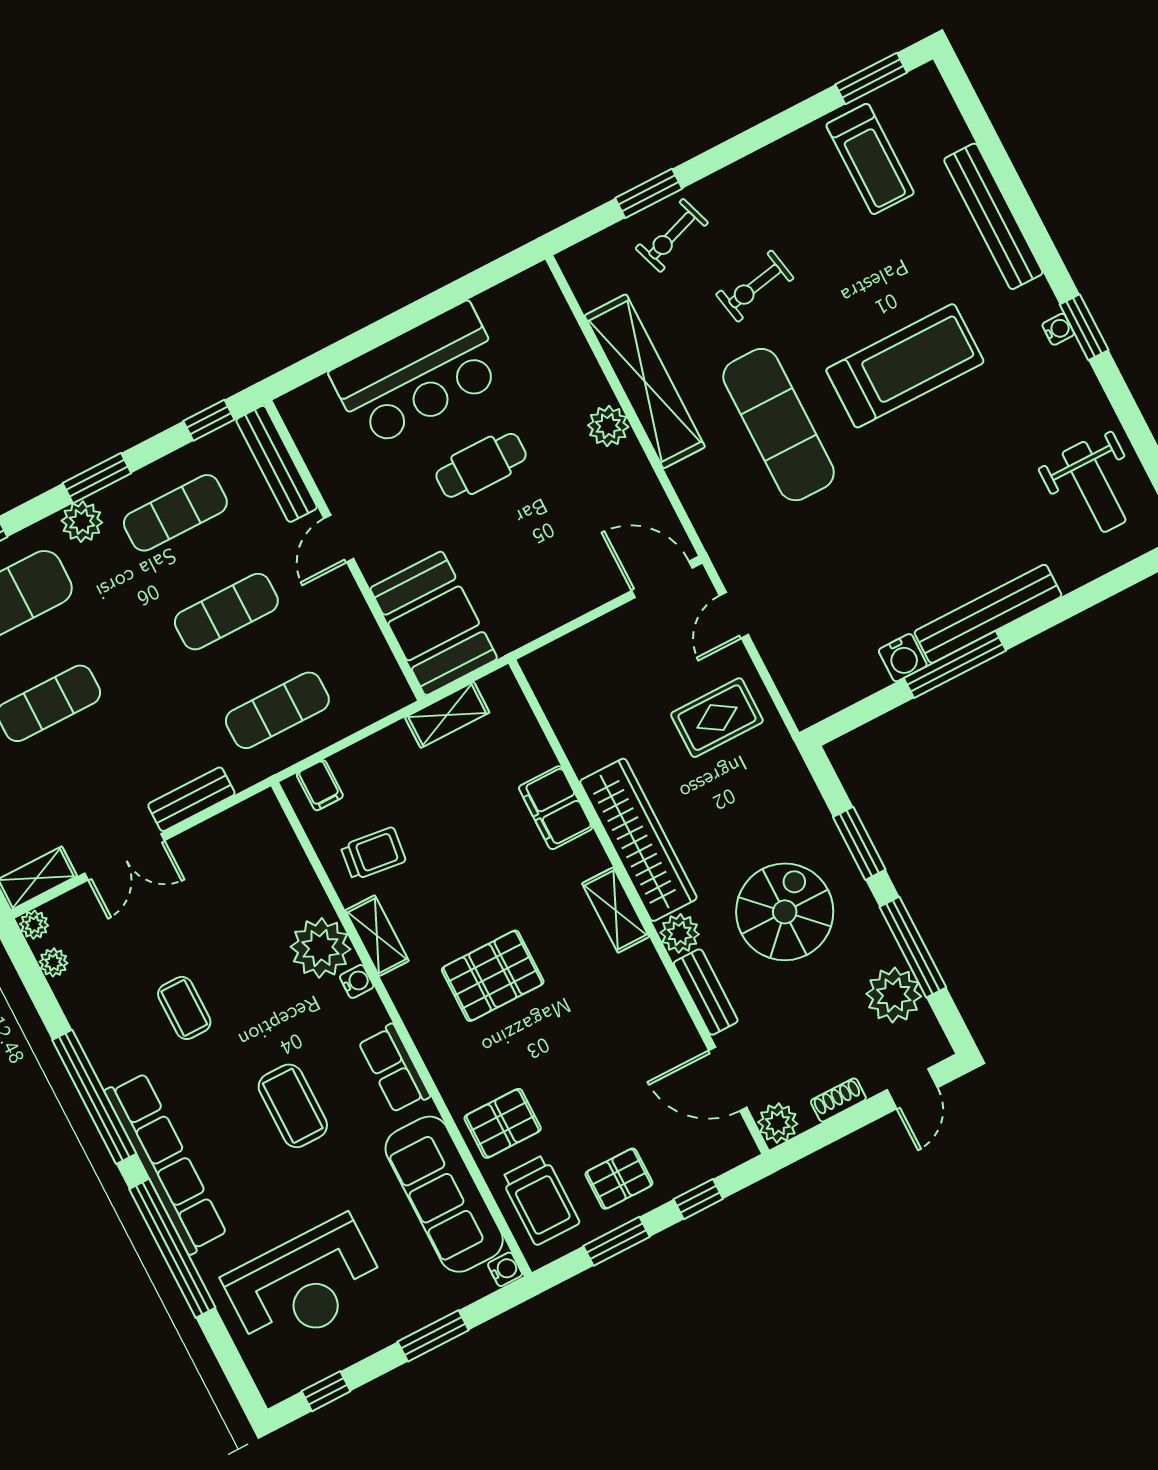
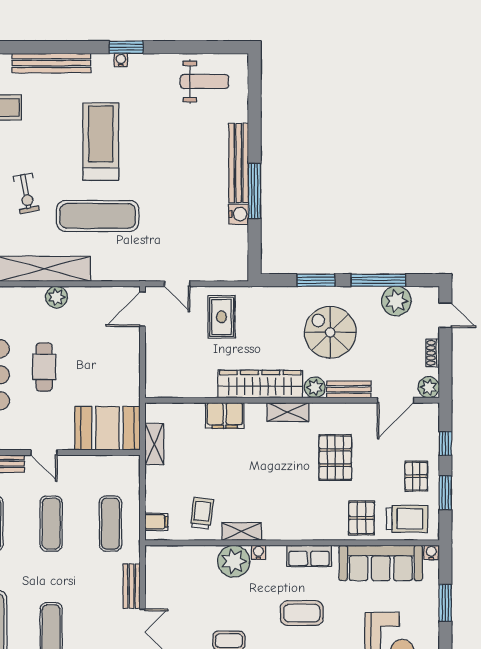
pallet: (493, 976) -> (335, 458), moved

